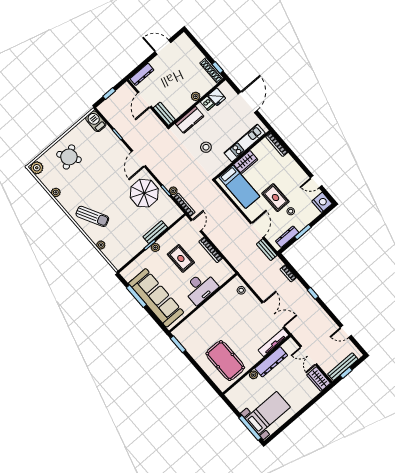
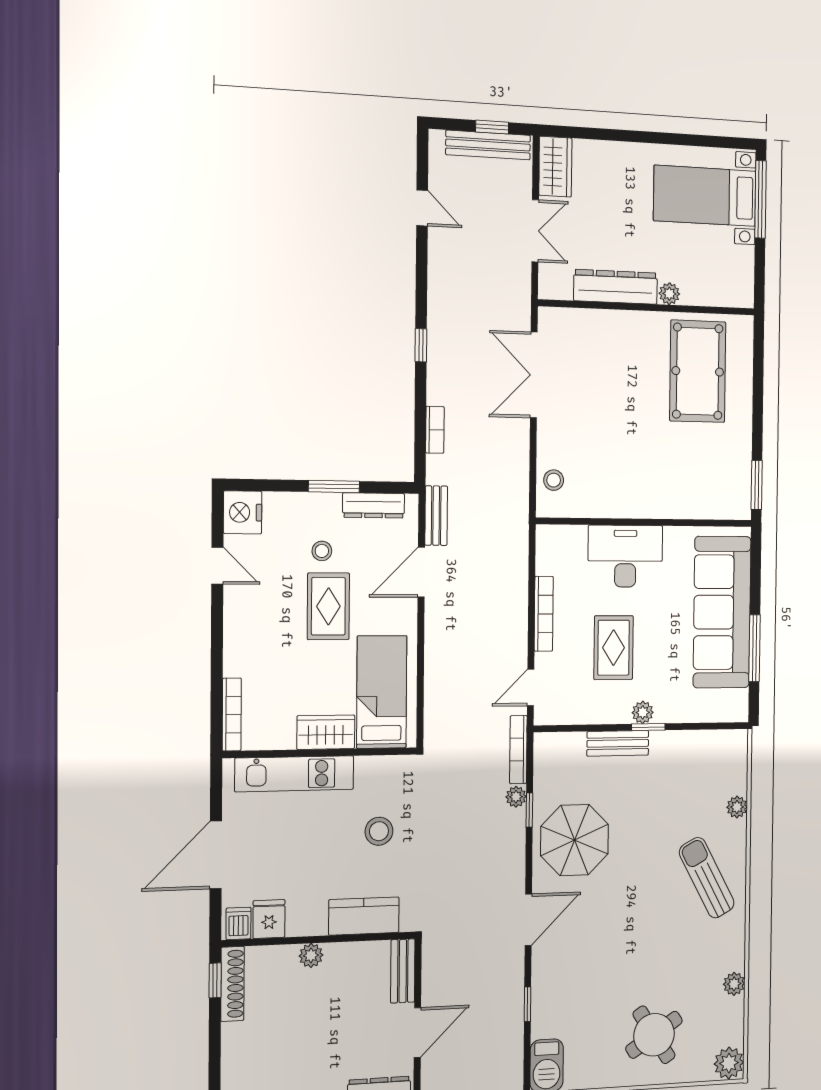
dishwasher: (208, 103) -> (238, 923), moved
tv unit: (273, 343) -> (580, 320), removed

